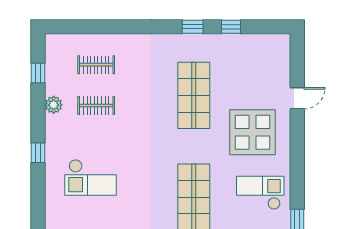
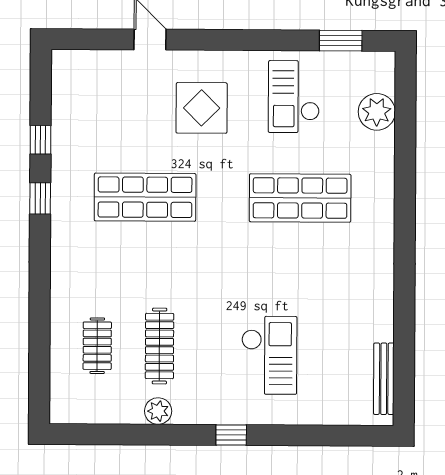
window: (38, 73) -> (110, 434), removed
clothes rail: (96, 105) -> (159, 346), width x1.36
display table: (252, 132) -> (202, 108), width x0.73, depth x0.73

